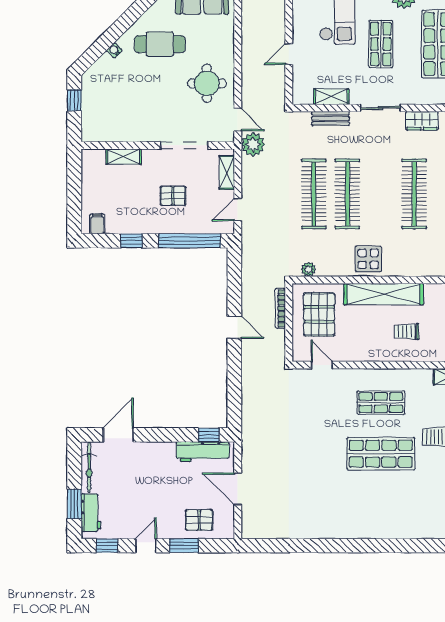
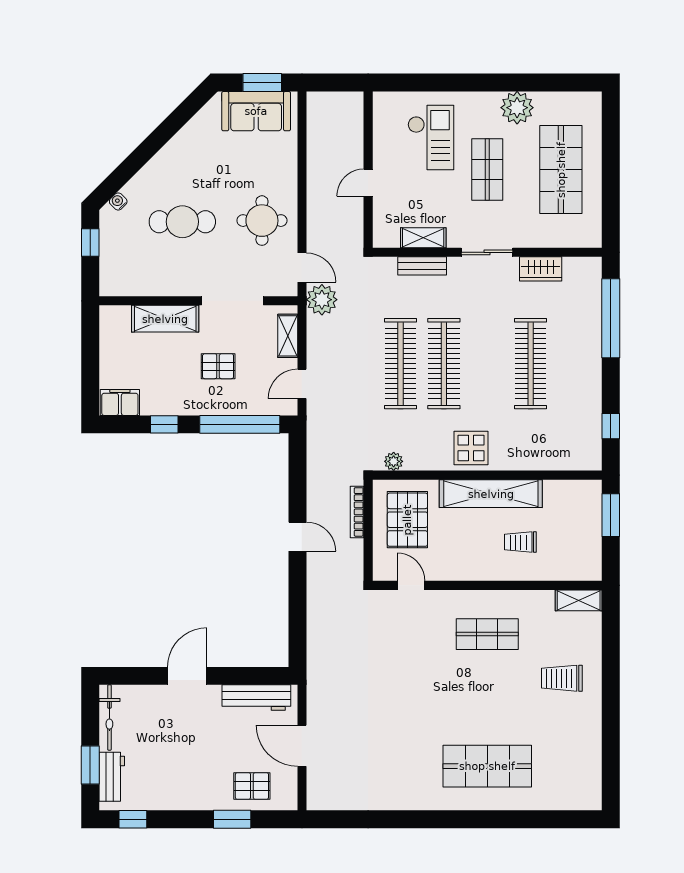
cafe table: (160, 44) -> (182, 222), moved
water cooler: (114, 50) -> (118, 202), moved
shelving: (123, 157) -> (165, 319), width x1.50, depth x1.33
filing cabinet: (97, 224) -> (120, 402), width x2.00
door: (118, 435) -> (187, 676), moved
window: (209, 435) -> (265, 676), removed
shop shelf: (381, 454) -> (487, 766), moved
door: (146, 546) -> (183, 819), removed

